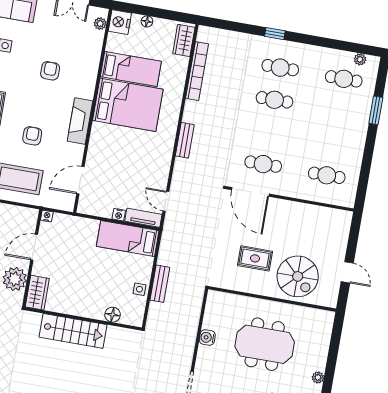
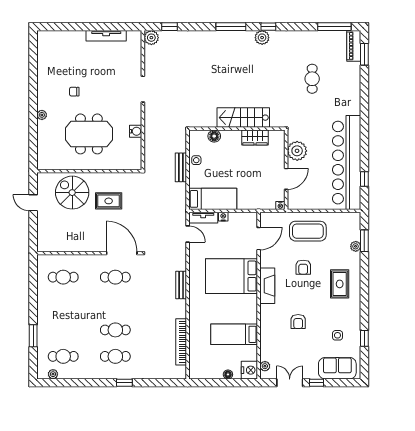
wardrobe: (184, 40) -> (196, 364), removed
bed: (128, 105) -> (231, 276), moved
wardrobe: (37, 293) -> (255, 138), moved, turned -90

